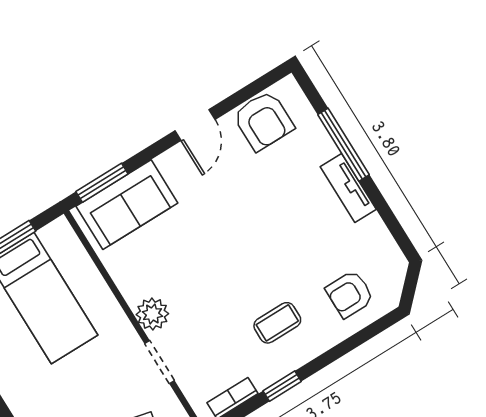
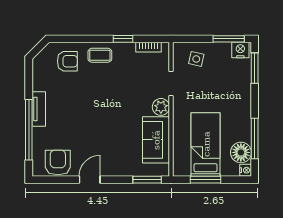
window: (343, 145) -> (29, 130), width x1.46
sofa: (127, 205) -> (156, 140), moved, turned -90
coffee table: (277, 323) -> (100, 55), moved

